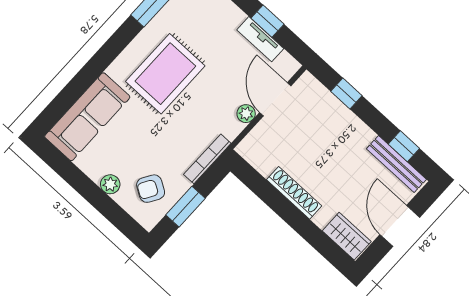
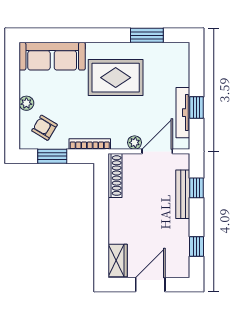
tv unit: (260, 39) -> (183, 113), width x1.41
bench: (396, 164) -> (183, 194), moved
shoe rack: (294, 193) -> (115, 176), moved

